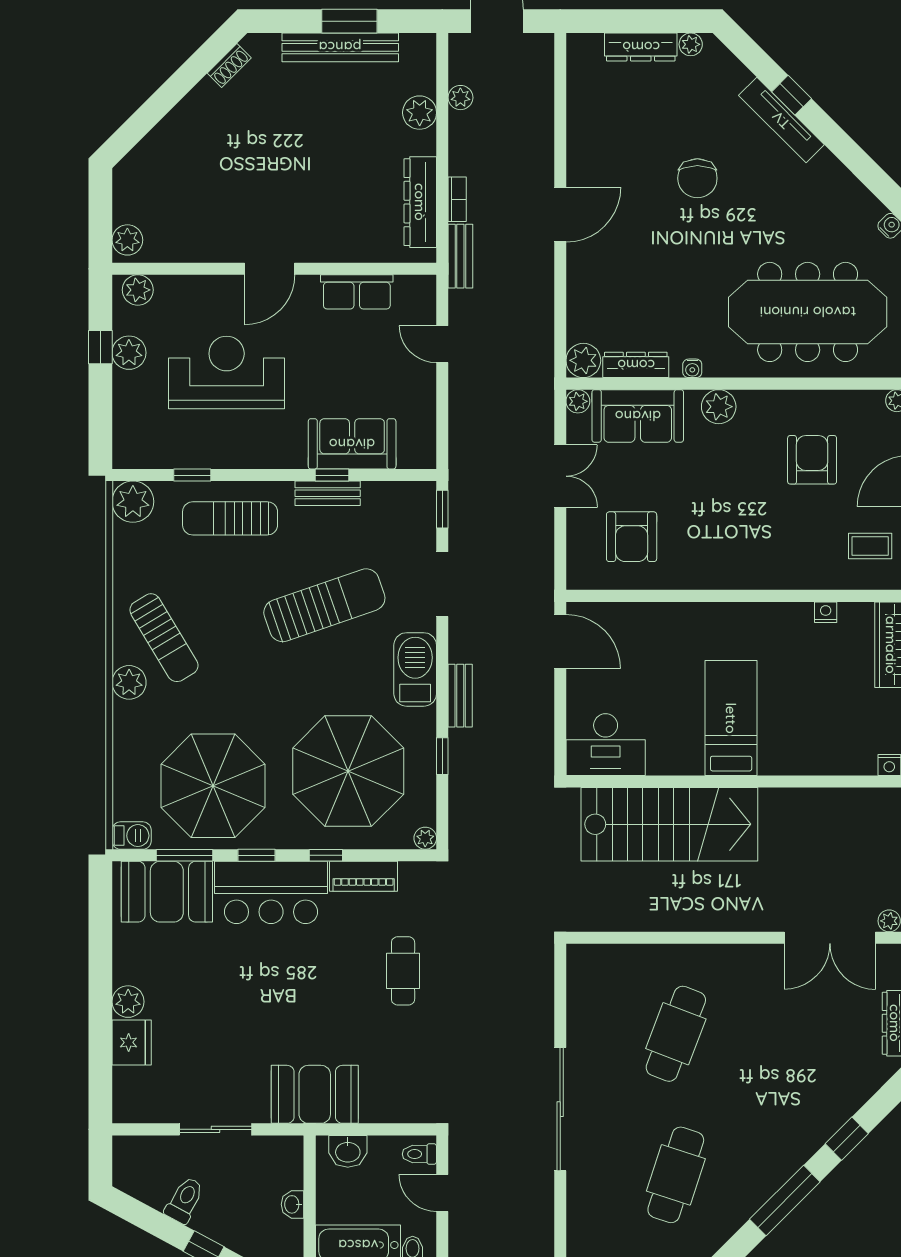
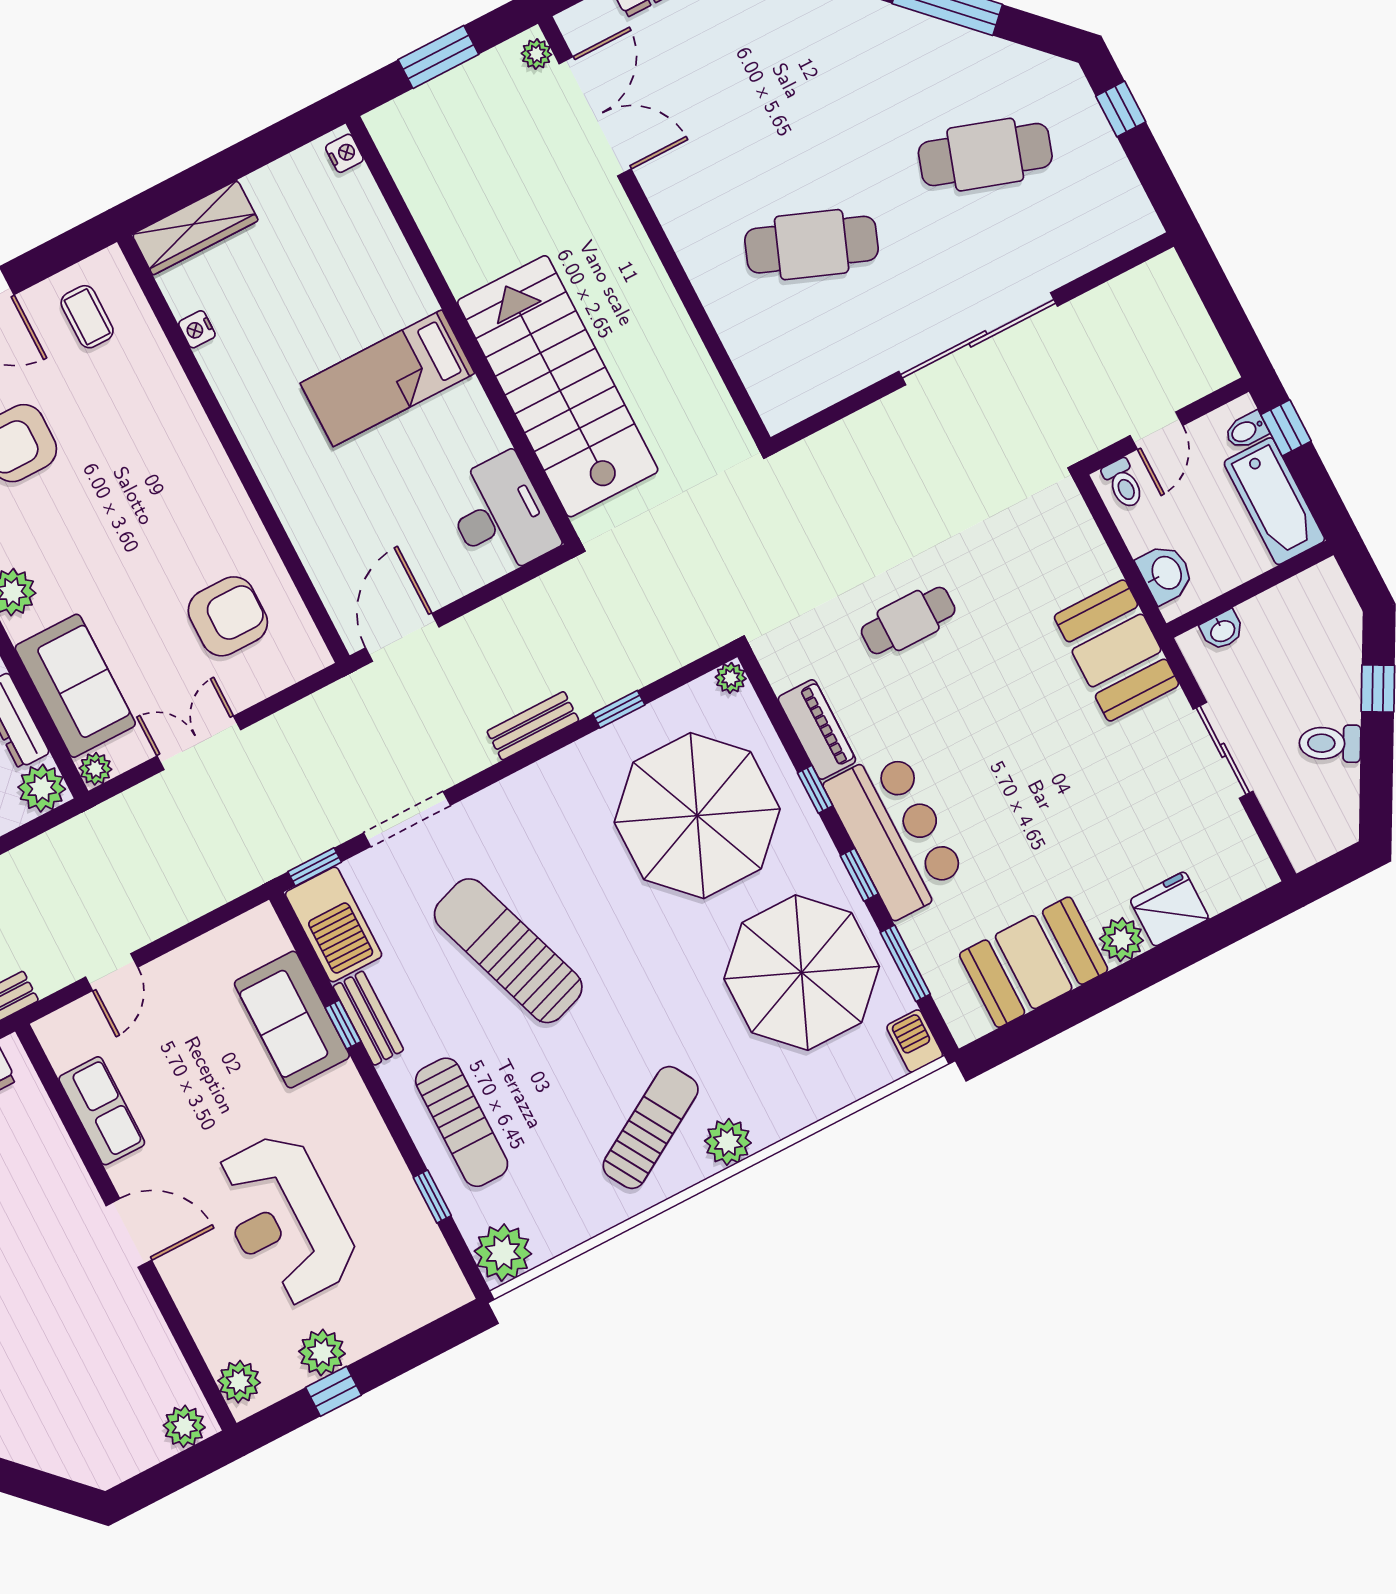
barbecue: (415, 669) -> (334, 924), moved, turned -90
booth: (167, 892) -> (1034, 962), moved, turned 90
washbasin: (293, 1204) -> (1222, 630), moved

